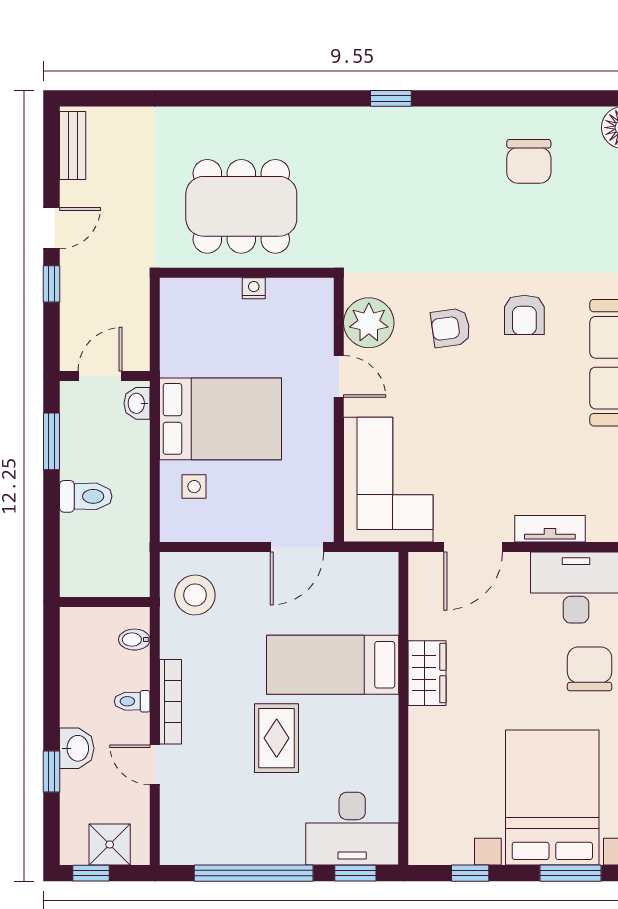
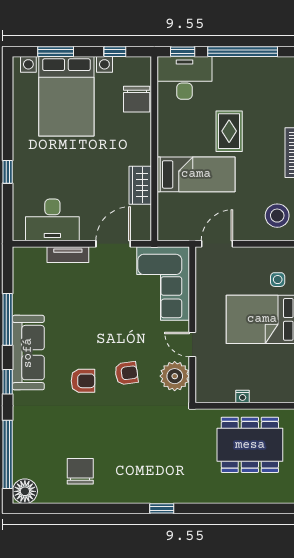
armchair: (524, 315) -> (83, 381), turned 90
chair: (590, 669) -> (137, 99), moved
wardrobe: (427, 673) -> (140, 185), moved

